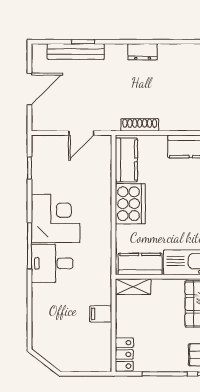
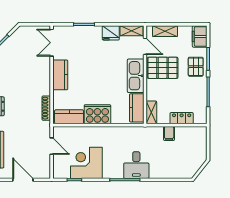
corner desk: (56, 219) -> (86, 163), moved
locker: (124, 354) -> (182, 118), moved

